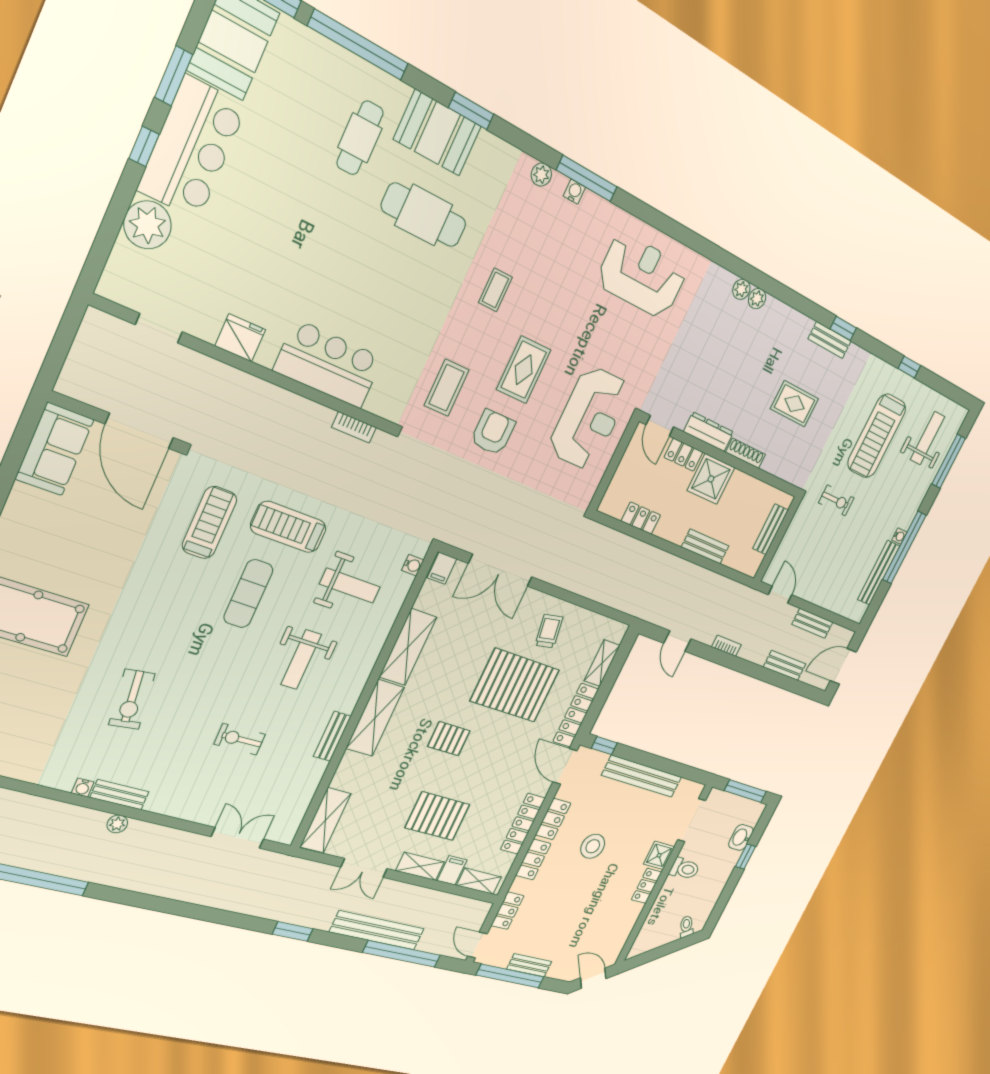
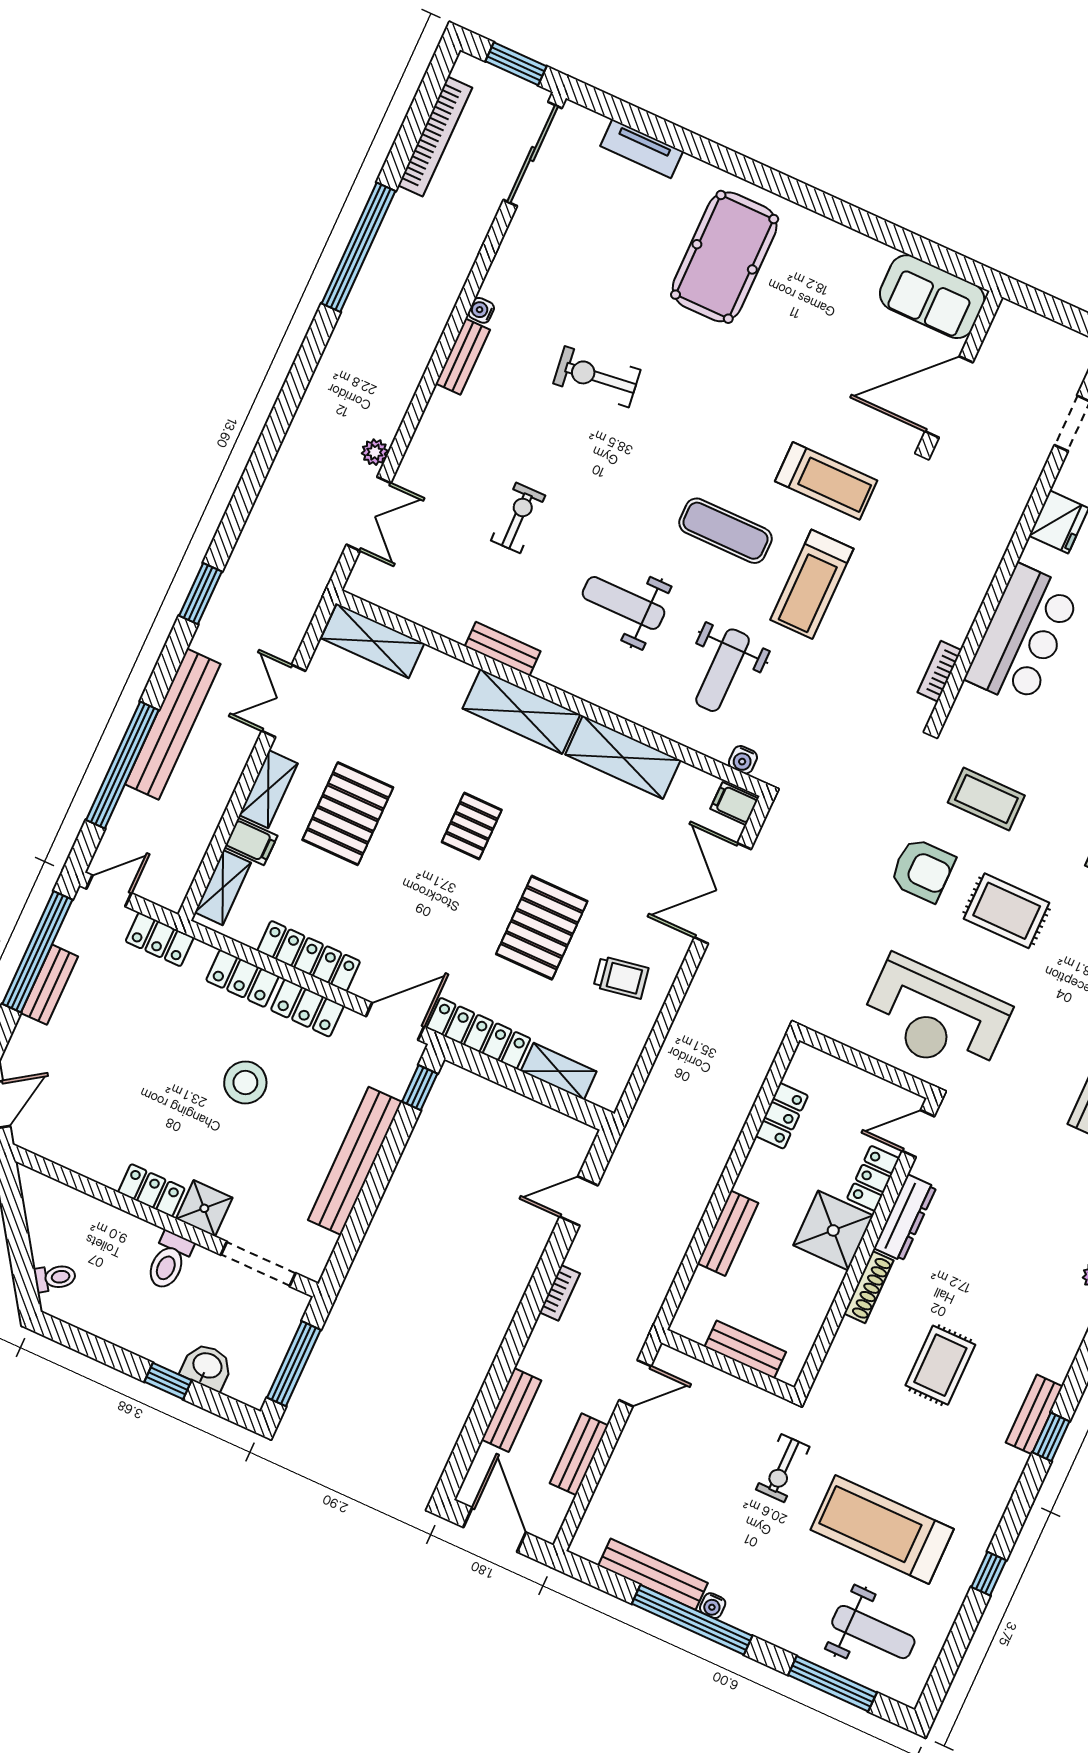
treadmill: (288, 527) -> (812, 584), turned 180
pallet: (515, 685) -> (542, 928), width x0.73, depth x0.71
plant: (117, 824) -> (375, 452), moved

